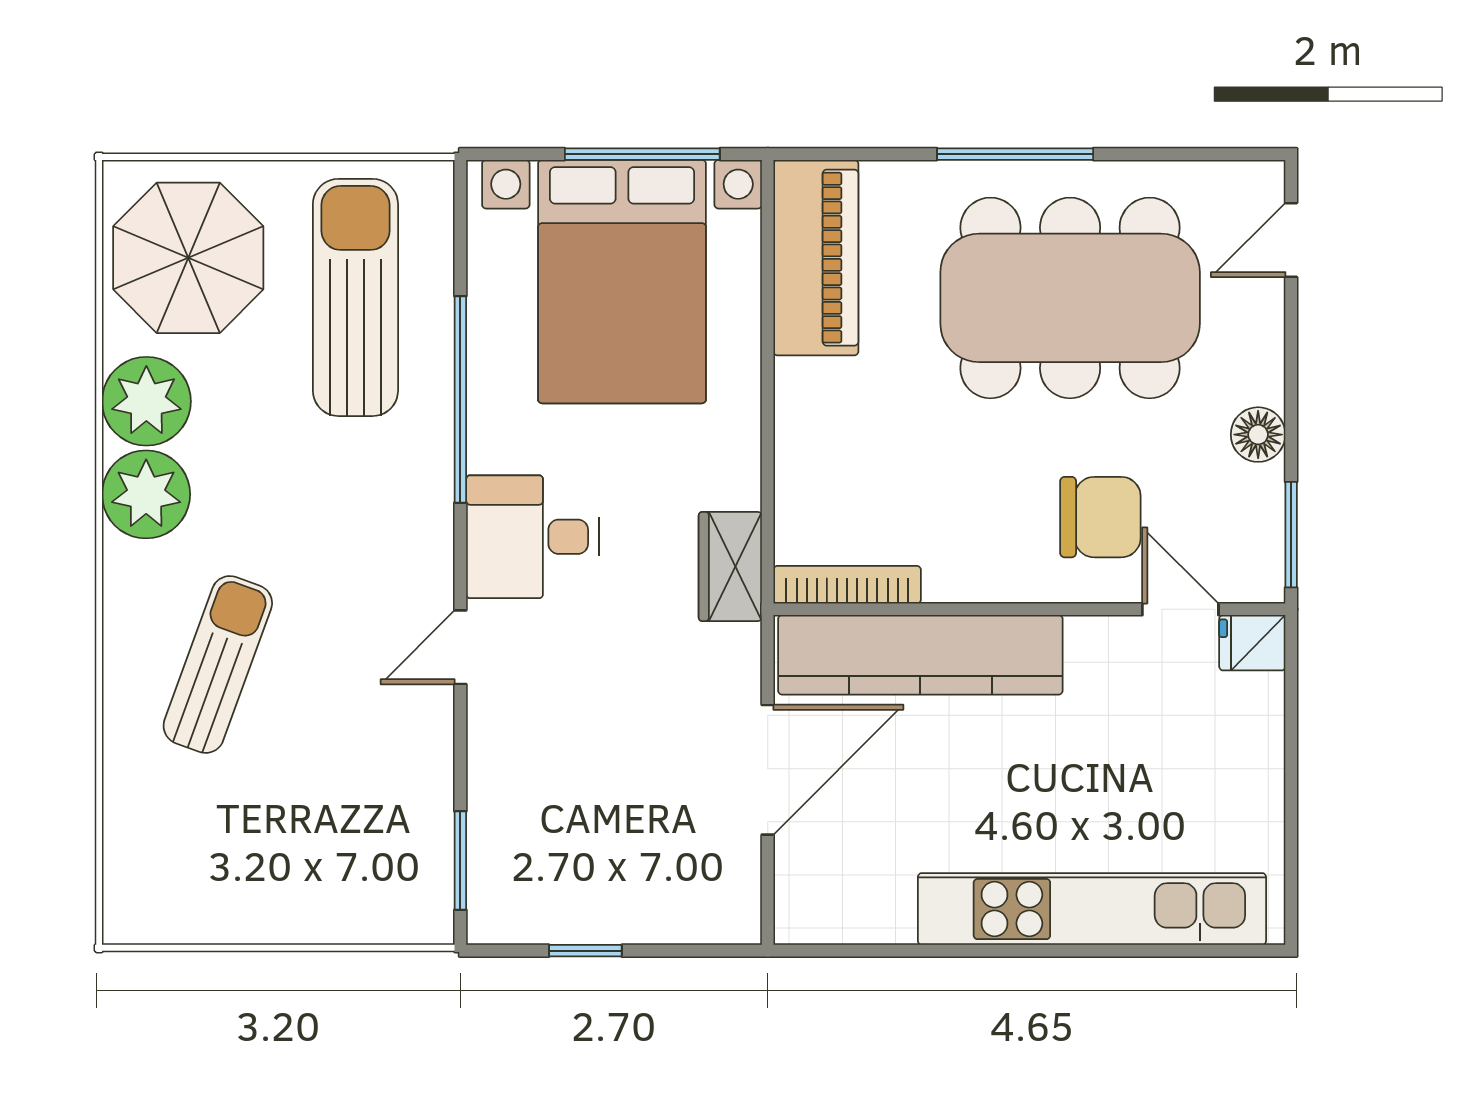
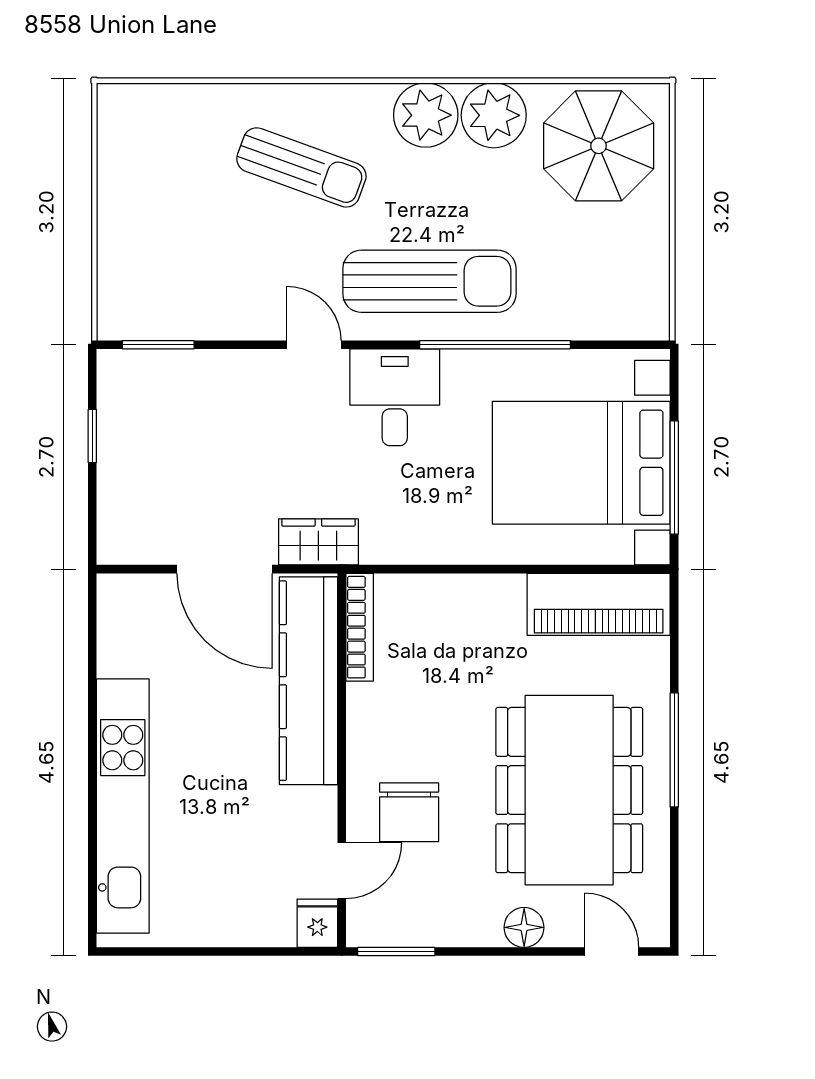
sun lounger: (355, 297) -> (429, 281), moved
floor lamp: (1258, 435) -> (524, 927), moved
wardrobe: (730, 567) -> (318, 542), moved

